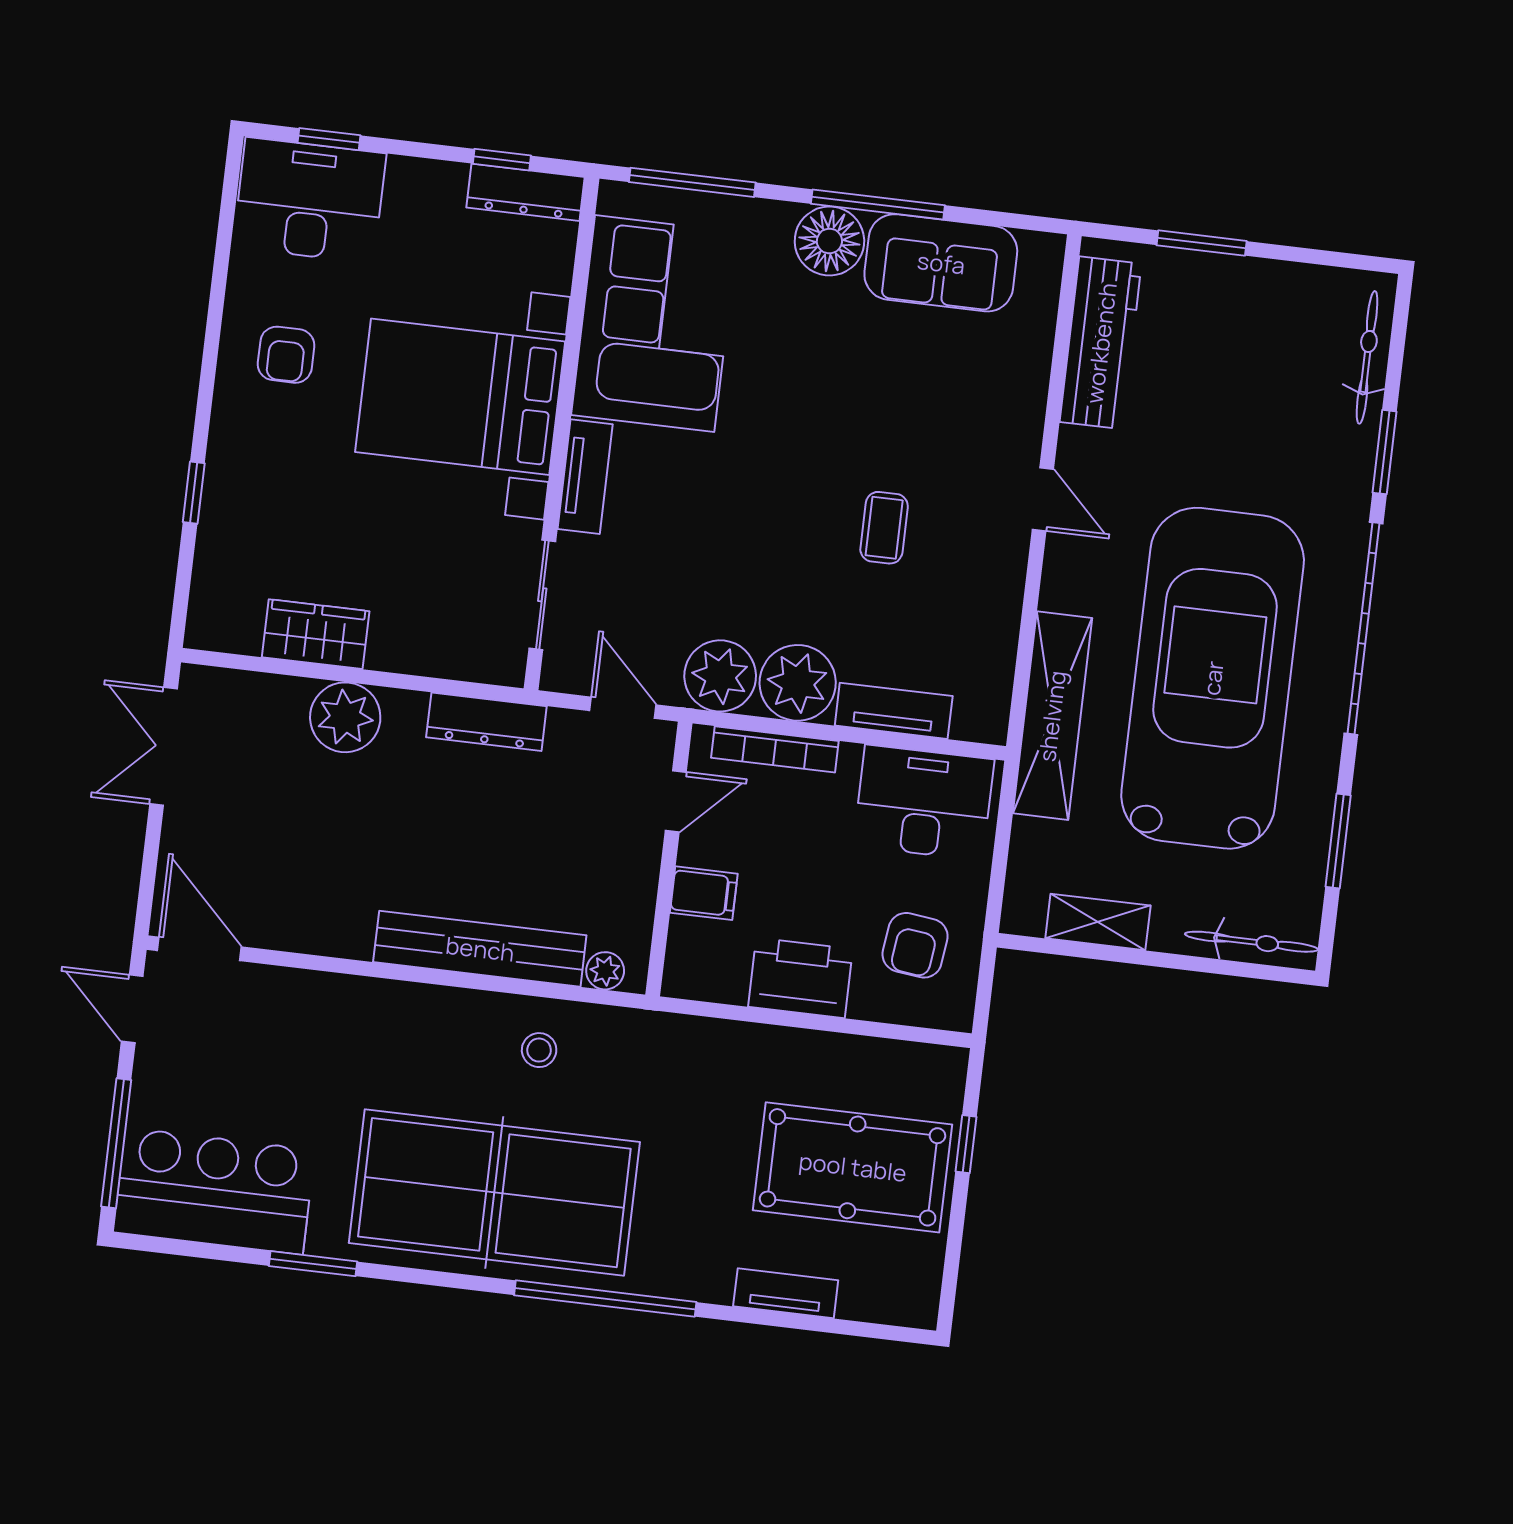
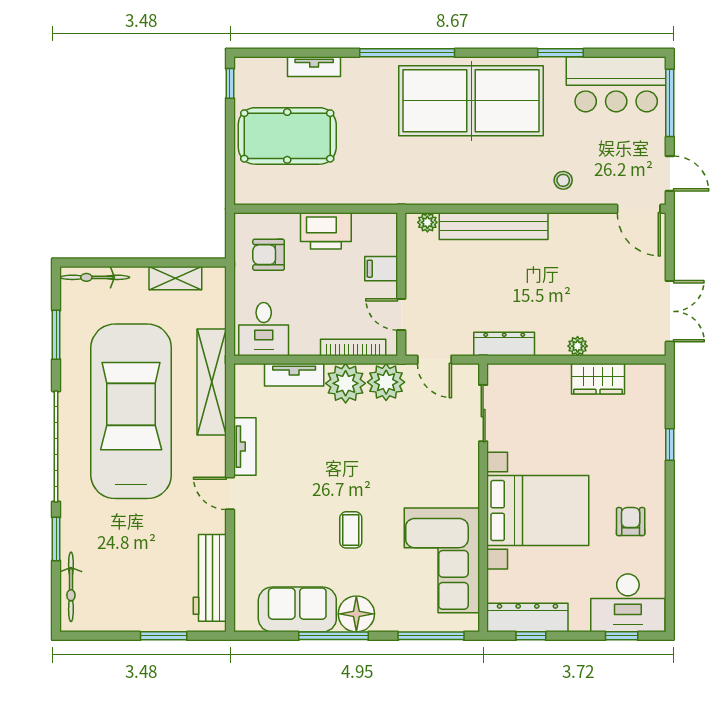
dresser: (526, 192) -> (527, 618), width x1.37, depth x1.24
tv unit: (585, 477) -> (245, 447), moved, turned 180
coffee table: (884, 528) -> (351, 530), moved
car: (1213, 678) -> (131, 411), turned 180
plant: (345, 717) -> (578, 346), width x0.53, depth x0.53
door: (676, 801) -> (401, 315), hinge flipped
desk: (924, 803) -> (264, 329), width x0.73
armchair: (915, 945) -> (269, 255), turned -97
stool: (539, 1050) -> (563, 180), moved
window: (966, 1144) -> (230, 83), moved

